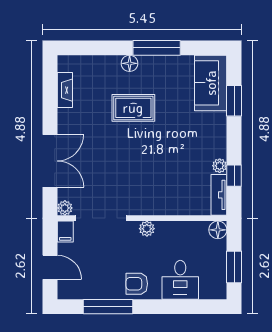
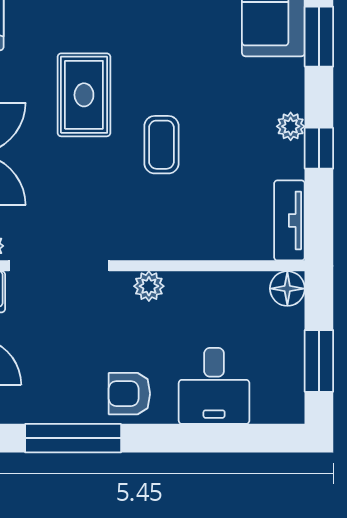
rug: (133, 108) -> (84, 95), moved, turned 90
coffee table: (153, 156) -> (161, 145), added
plant: (220, 166) -> (291, 126), moved
window: (234, 176) -> (319, 148), moved

